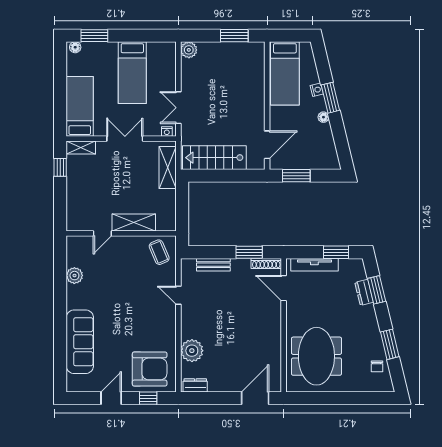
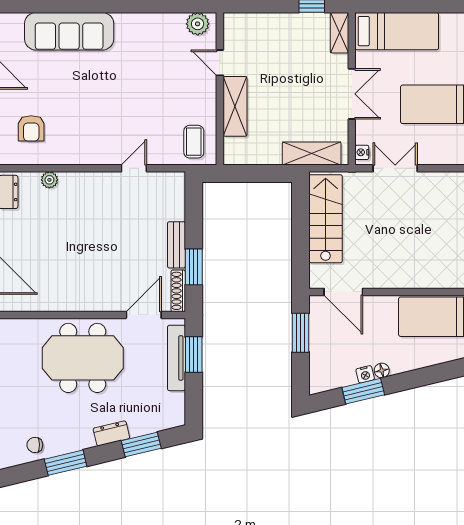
nightstand: (317, 90) -> (365, 374), moved
window: (330, 98) -> (363, 391), moved
coffee table: (159, 252) -> (194, 142), turned -67
window: (336, 252) -> (194, 355), moved
bench: (213, 265) -> (176, 245), moved
plant: (74, 276) -> (198, 24), moved
dresser: (364, 292) -> (111, 433), moved
plant: (192, 351) -> (49, 180), width x0.53, depth x0.53
meeting table: (316, 356) -> (83, 358), moved
armchair: (150, 369) -> (31, 128), width x0.53, depth x0.53

